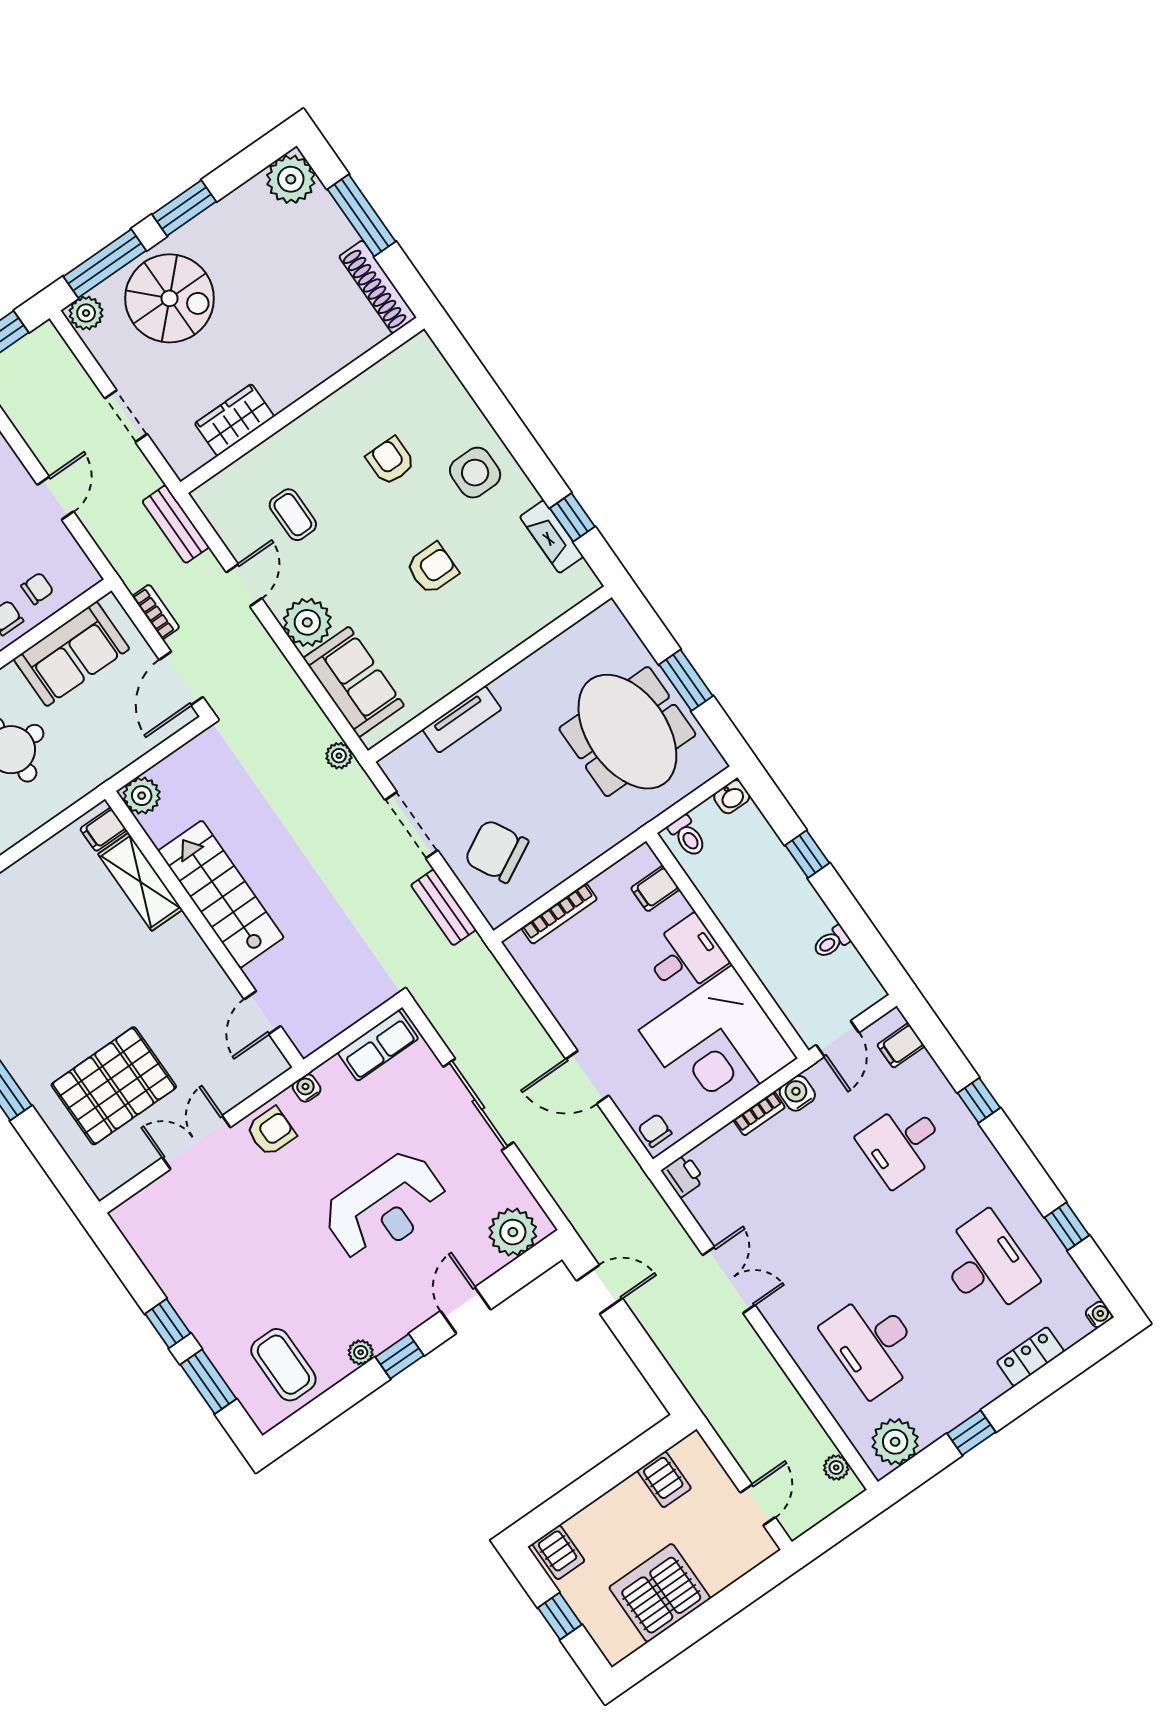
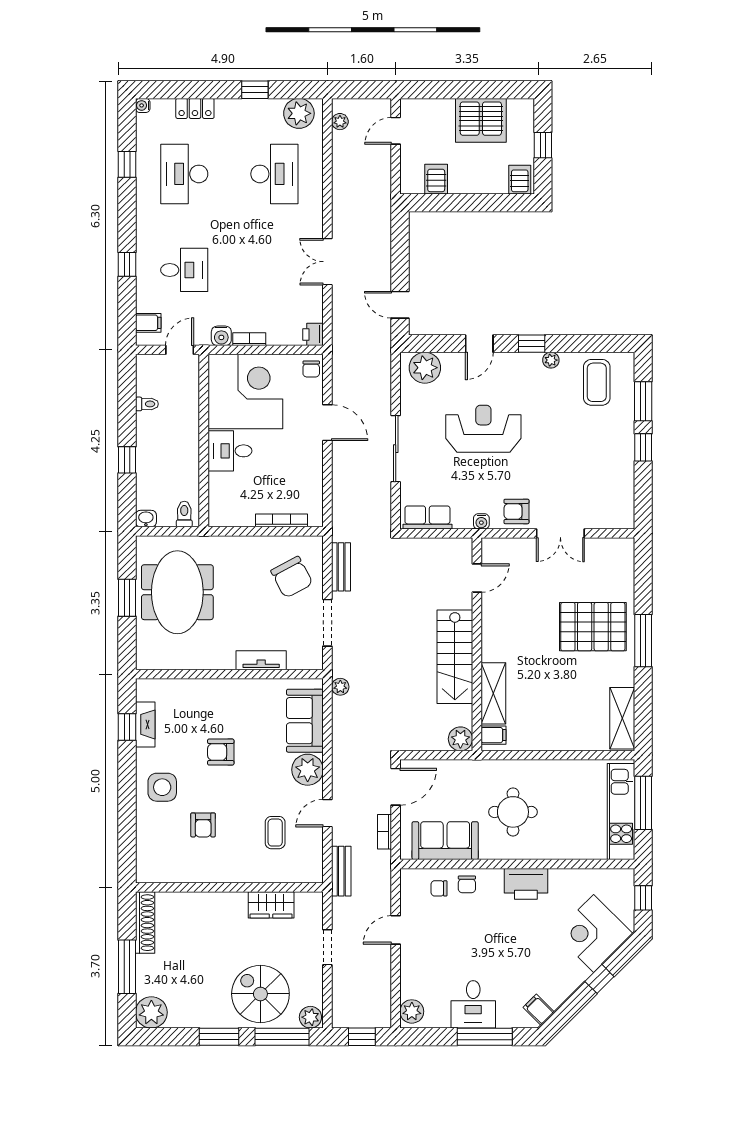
filing cabinet: (655, 889) -> (221, 498), removed
pallet: (114, 1086) -> (593, 627), moved

